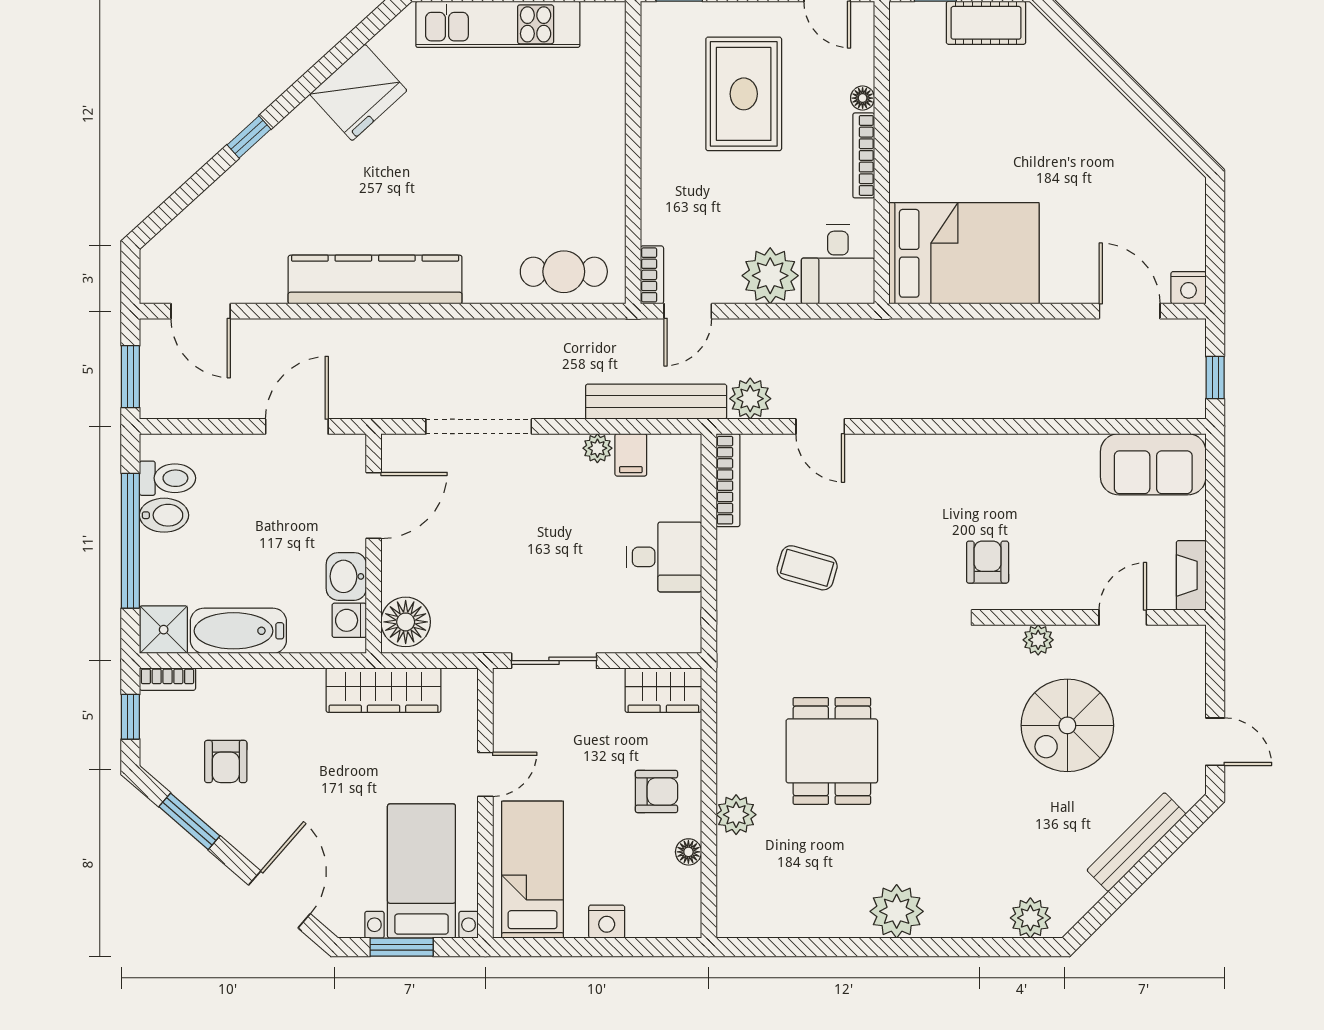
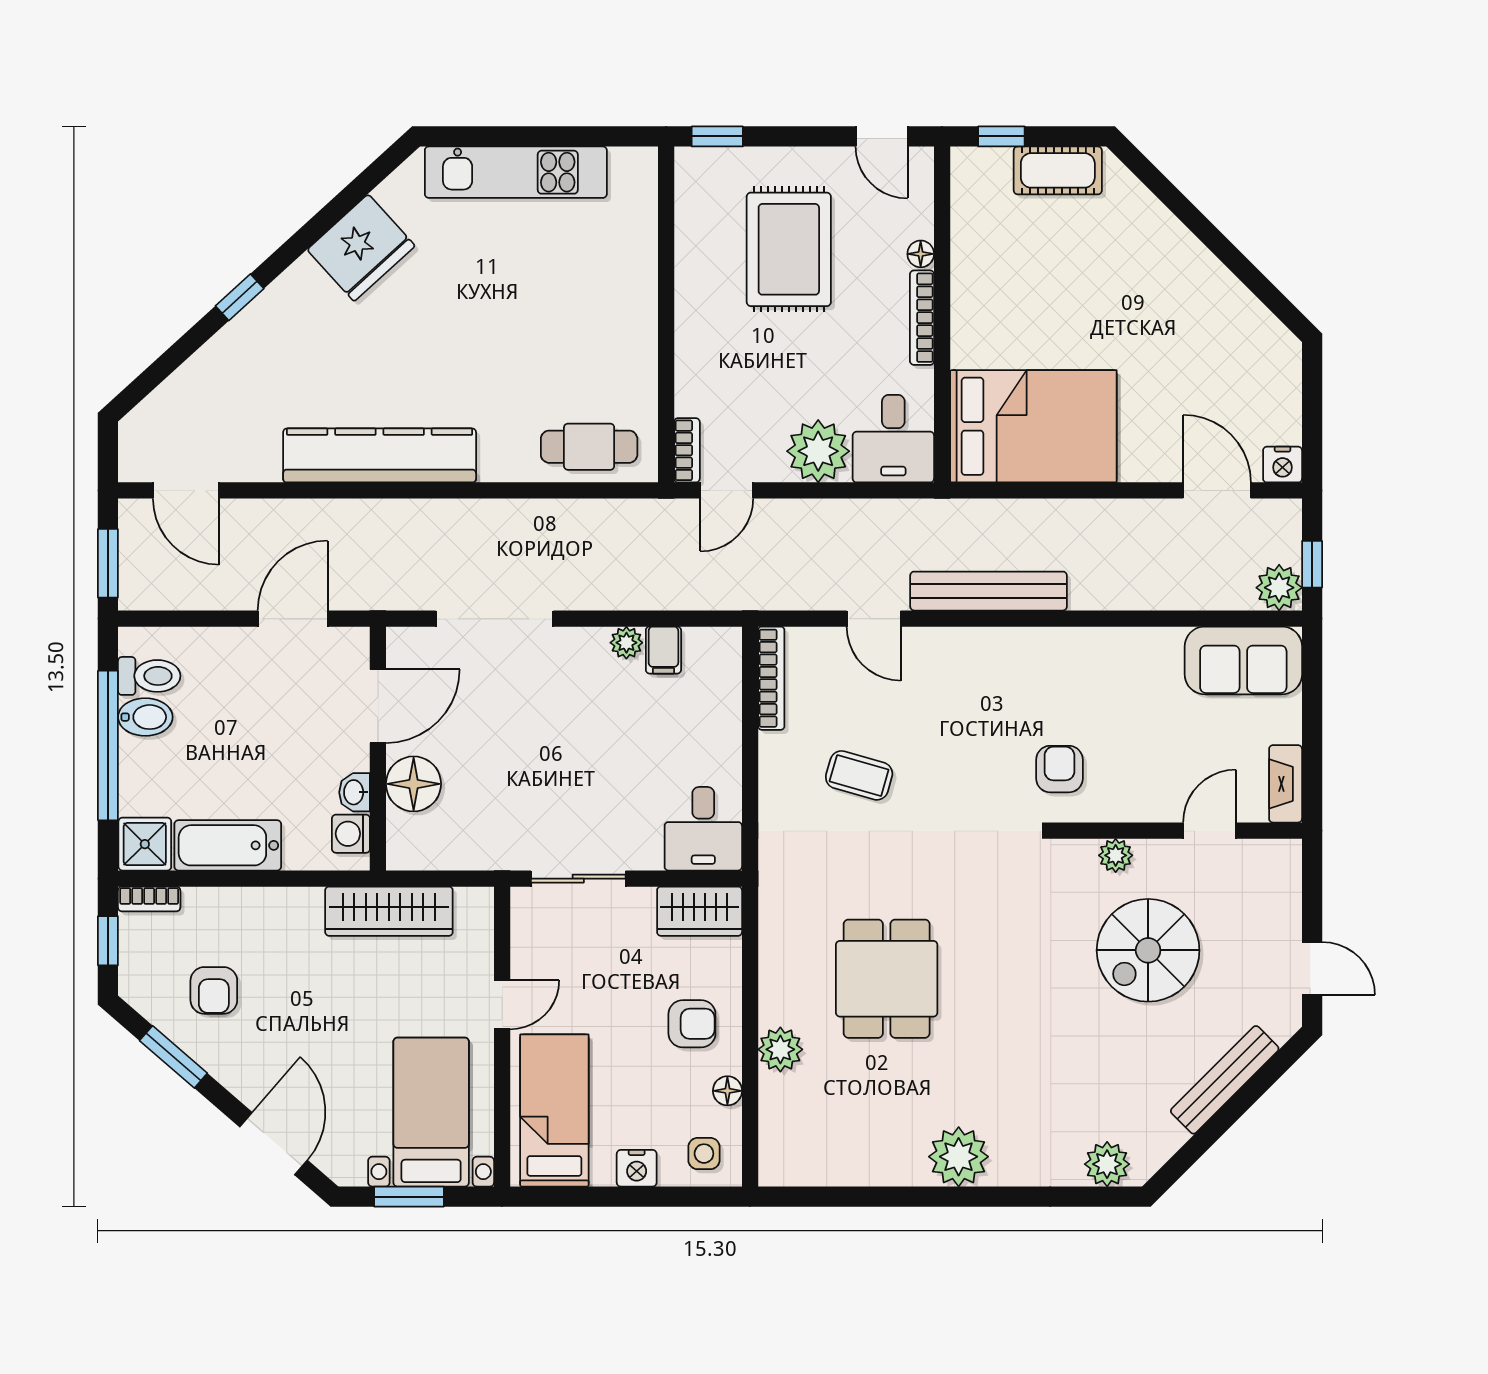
plant: (750, 399) -> (1279, 588), moved
bench: (656, 402) -> (989, 591), moved
desk: (664, 557) -> (703, 829), moved, turned 90
washbasin: (346, 576) -> (355, 792), width x0.72, depth x0.69
floor lamp: (406, 622) -> (414, 784), moved
side table: (667, 908) -> (704, 1154), added

